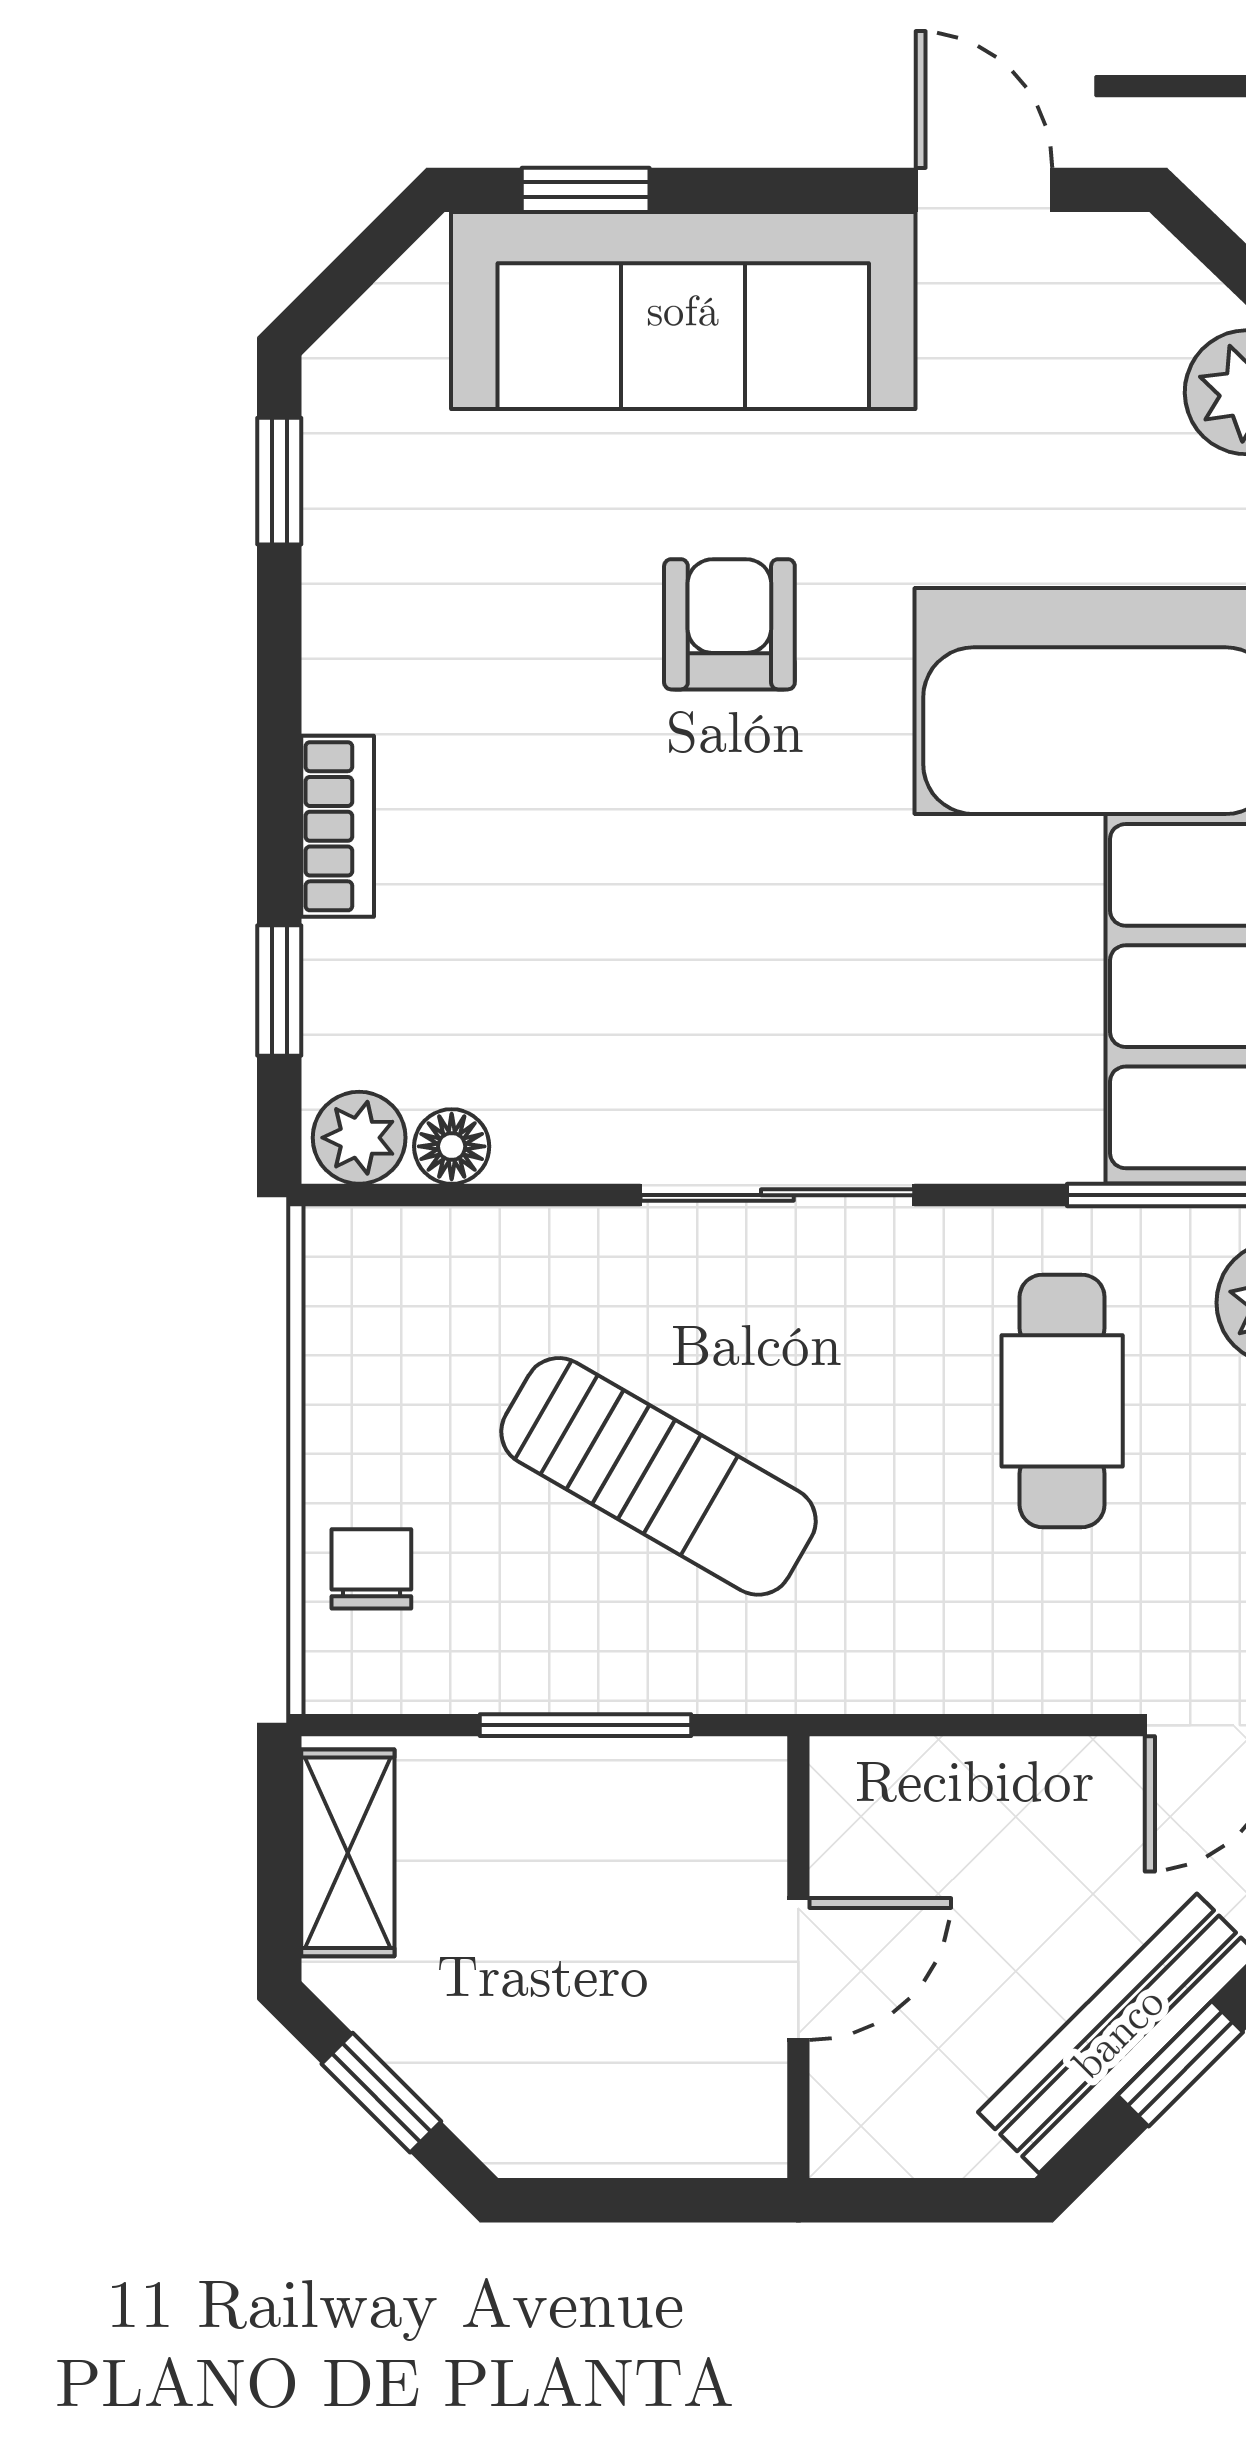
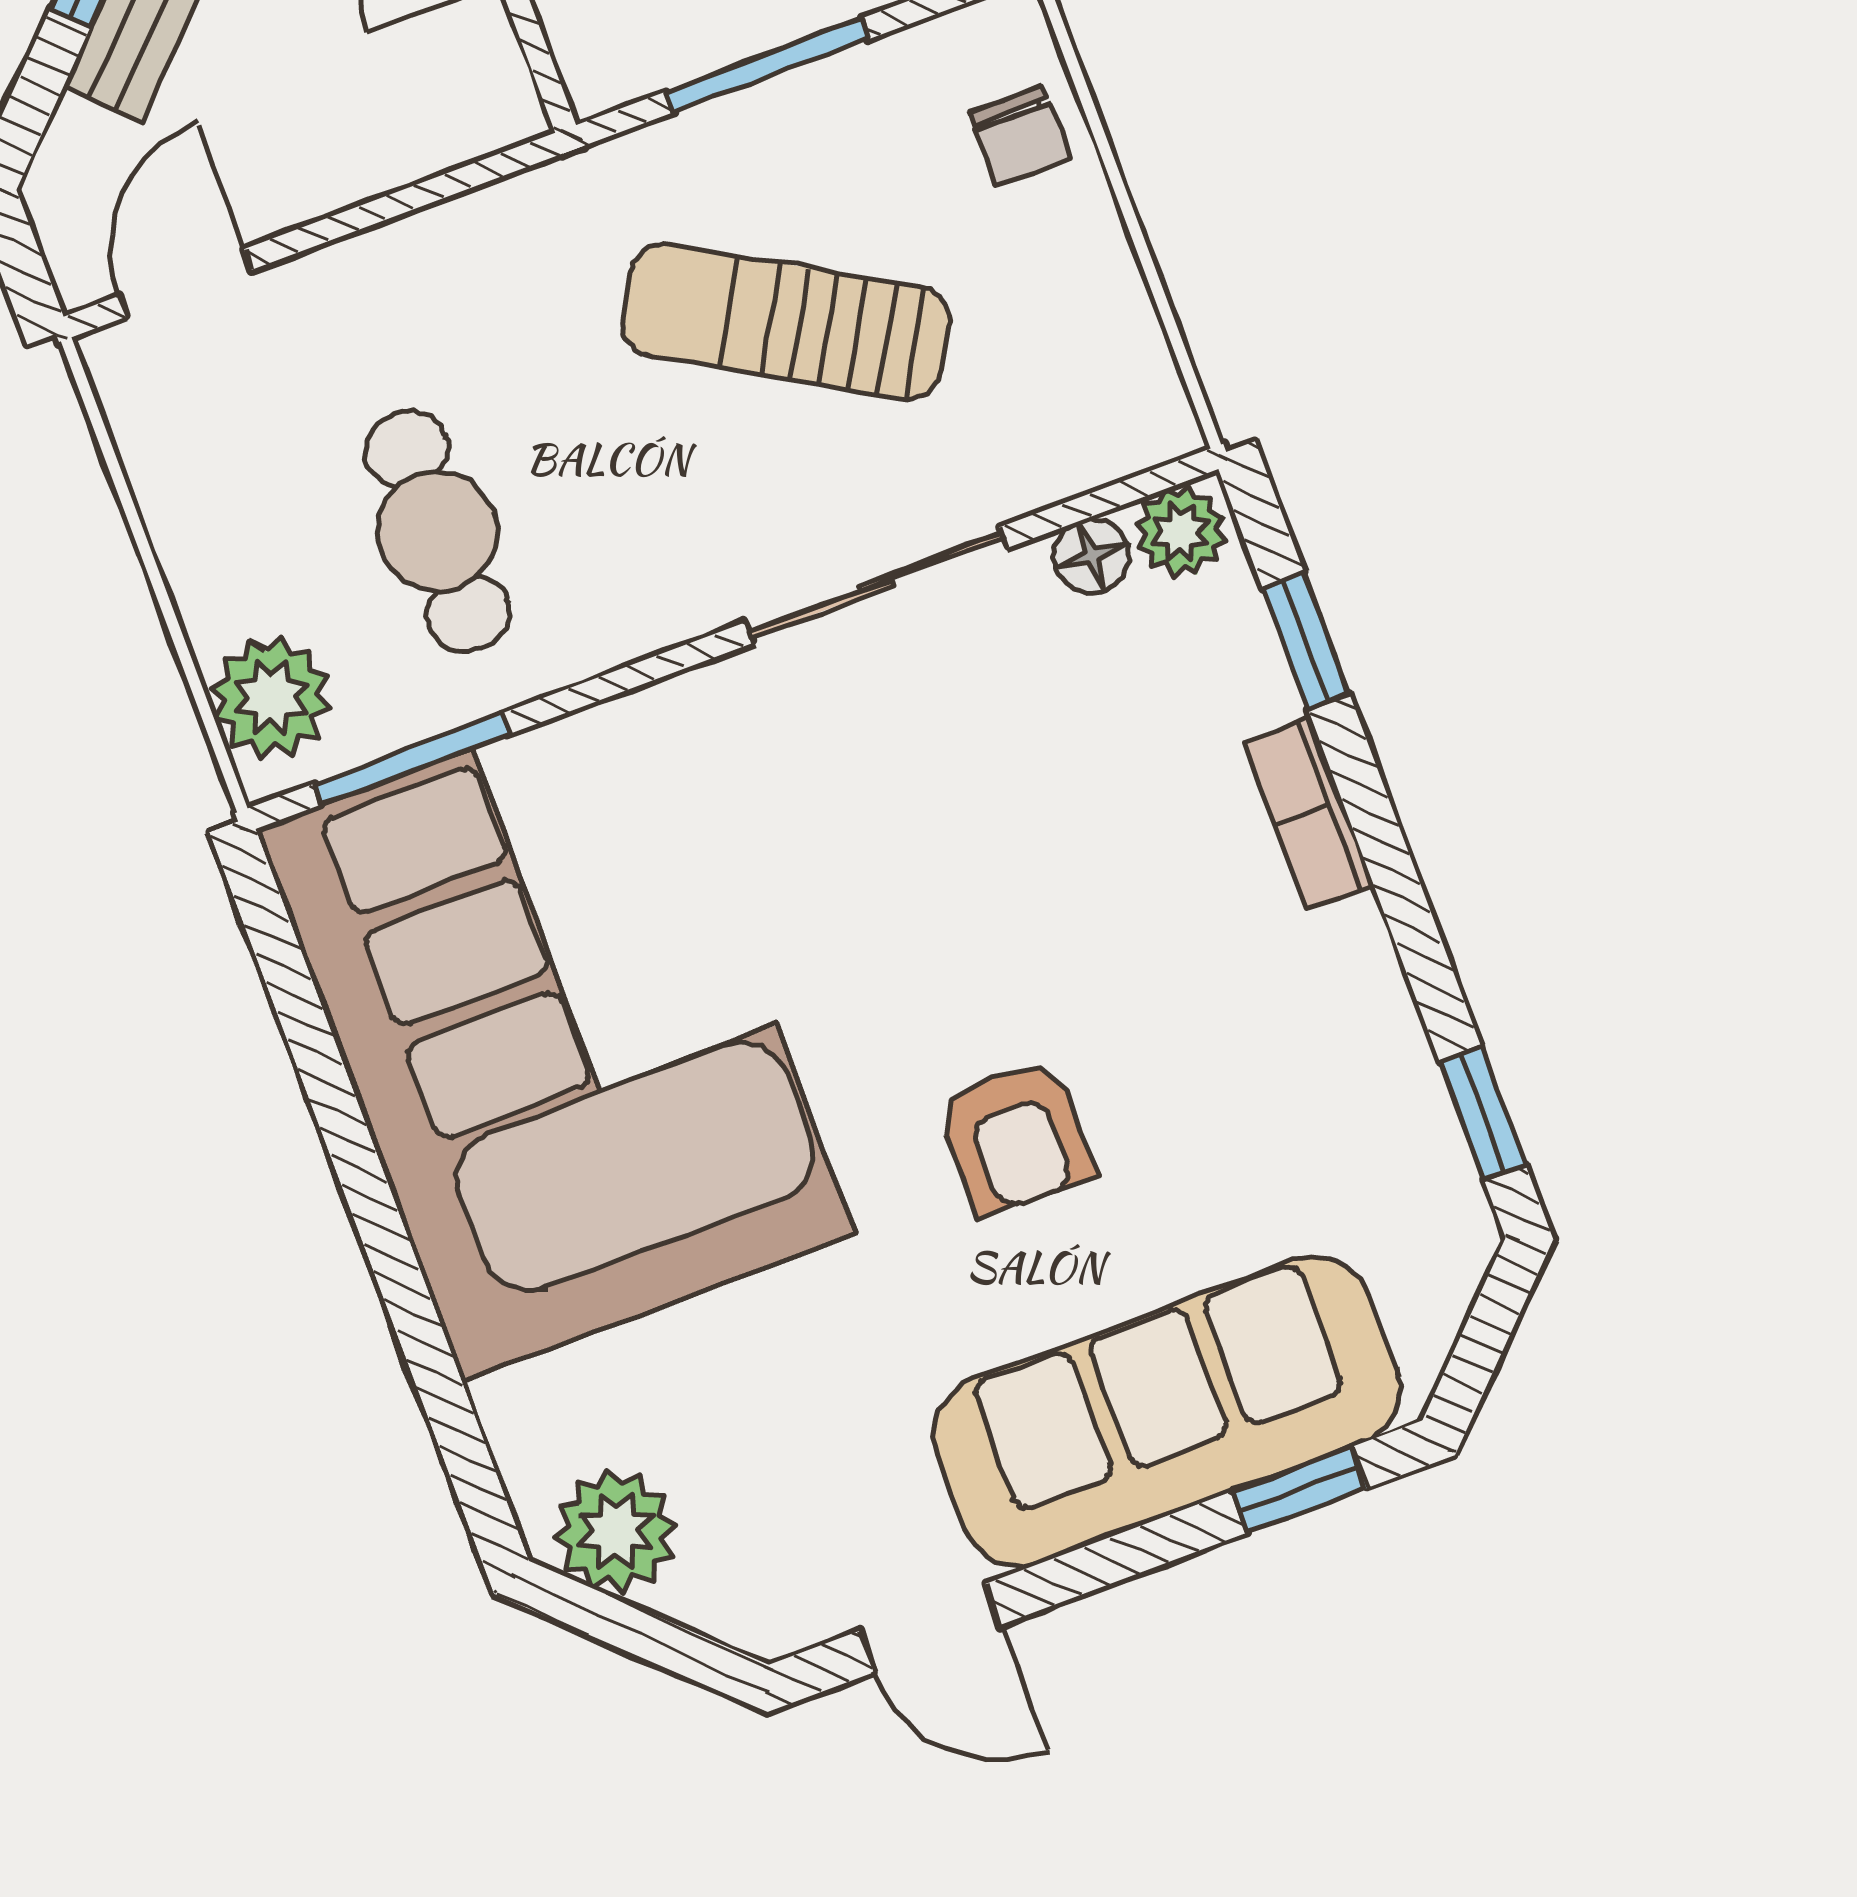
sliding door: (777, 1195) -> (876, 585), moved

